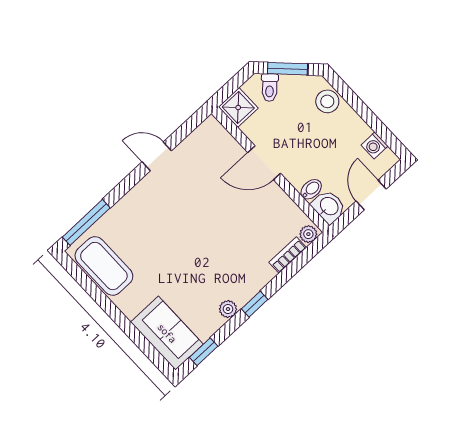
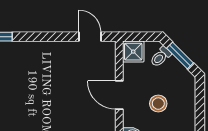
stool: (327, 101) -> (158, 104), moved
door: (157, 156) -> (90, 37), moved

